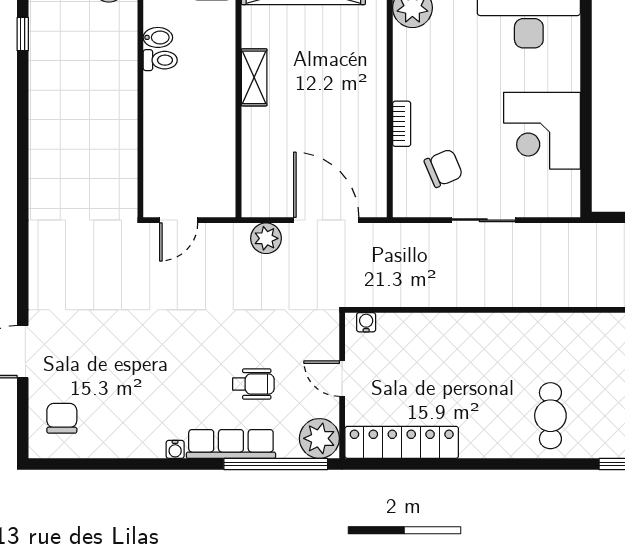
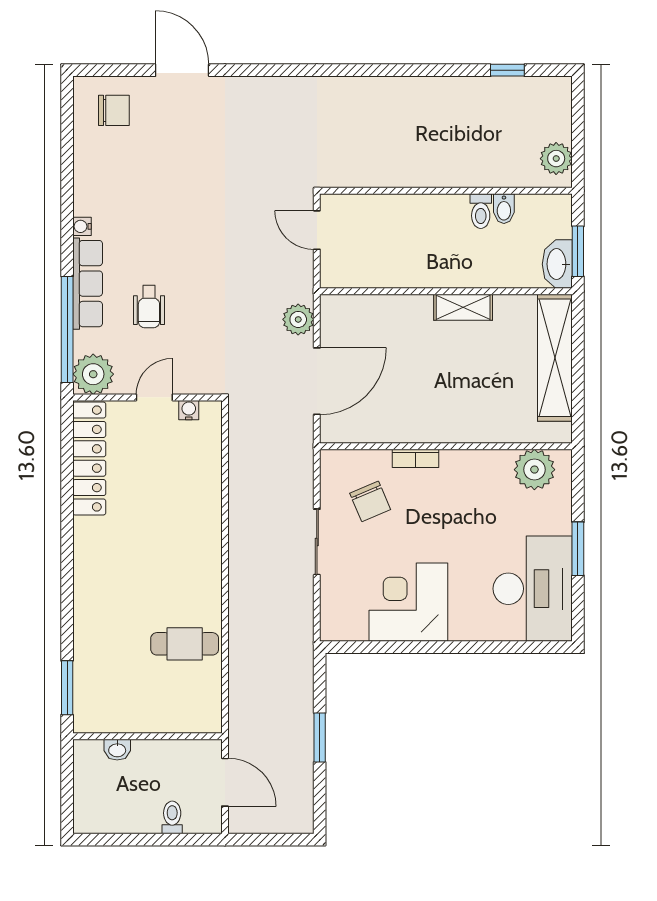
water cooler: (366, 322) -> (189, 410), moved, turned -90
cafe table: (550, 416) -> (185, 644), moved

